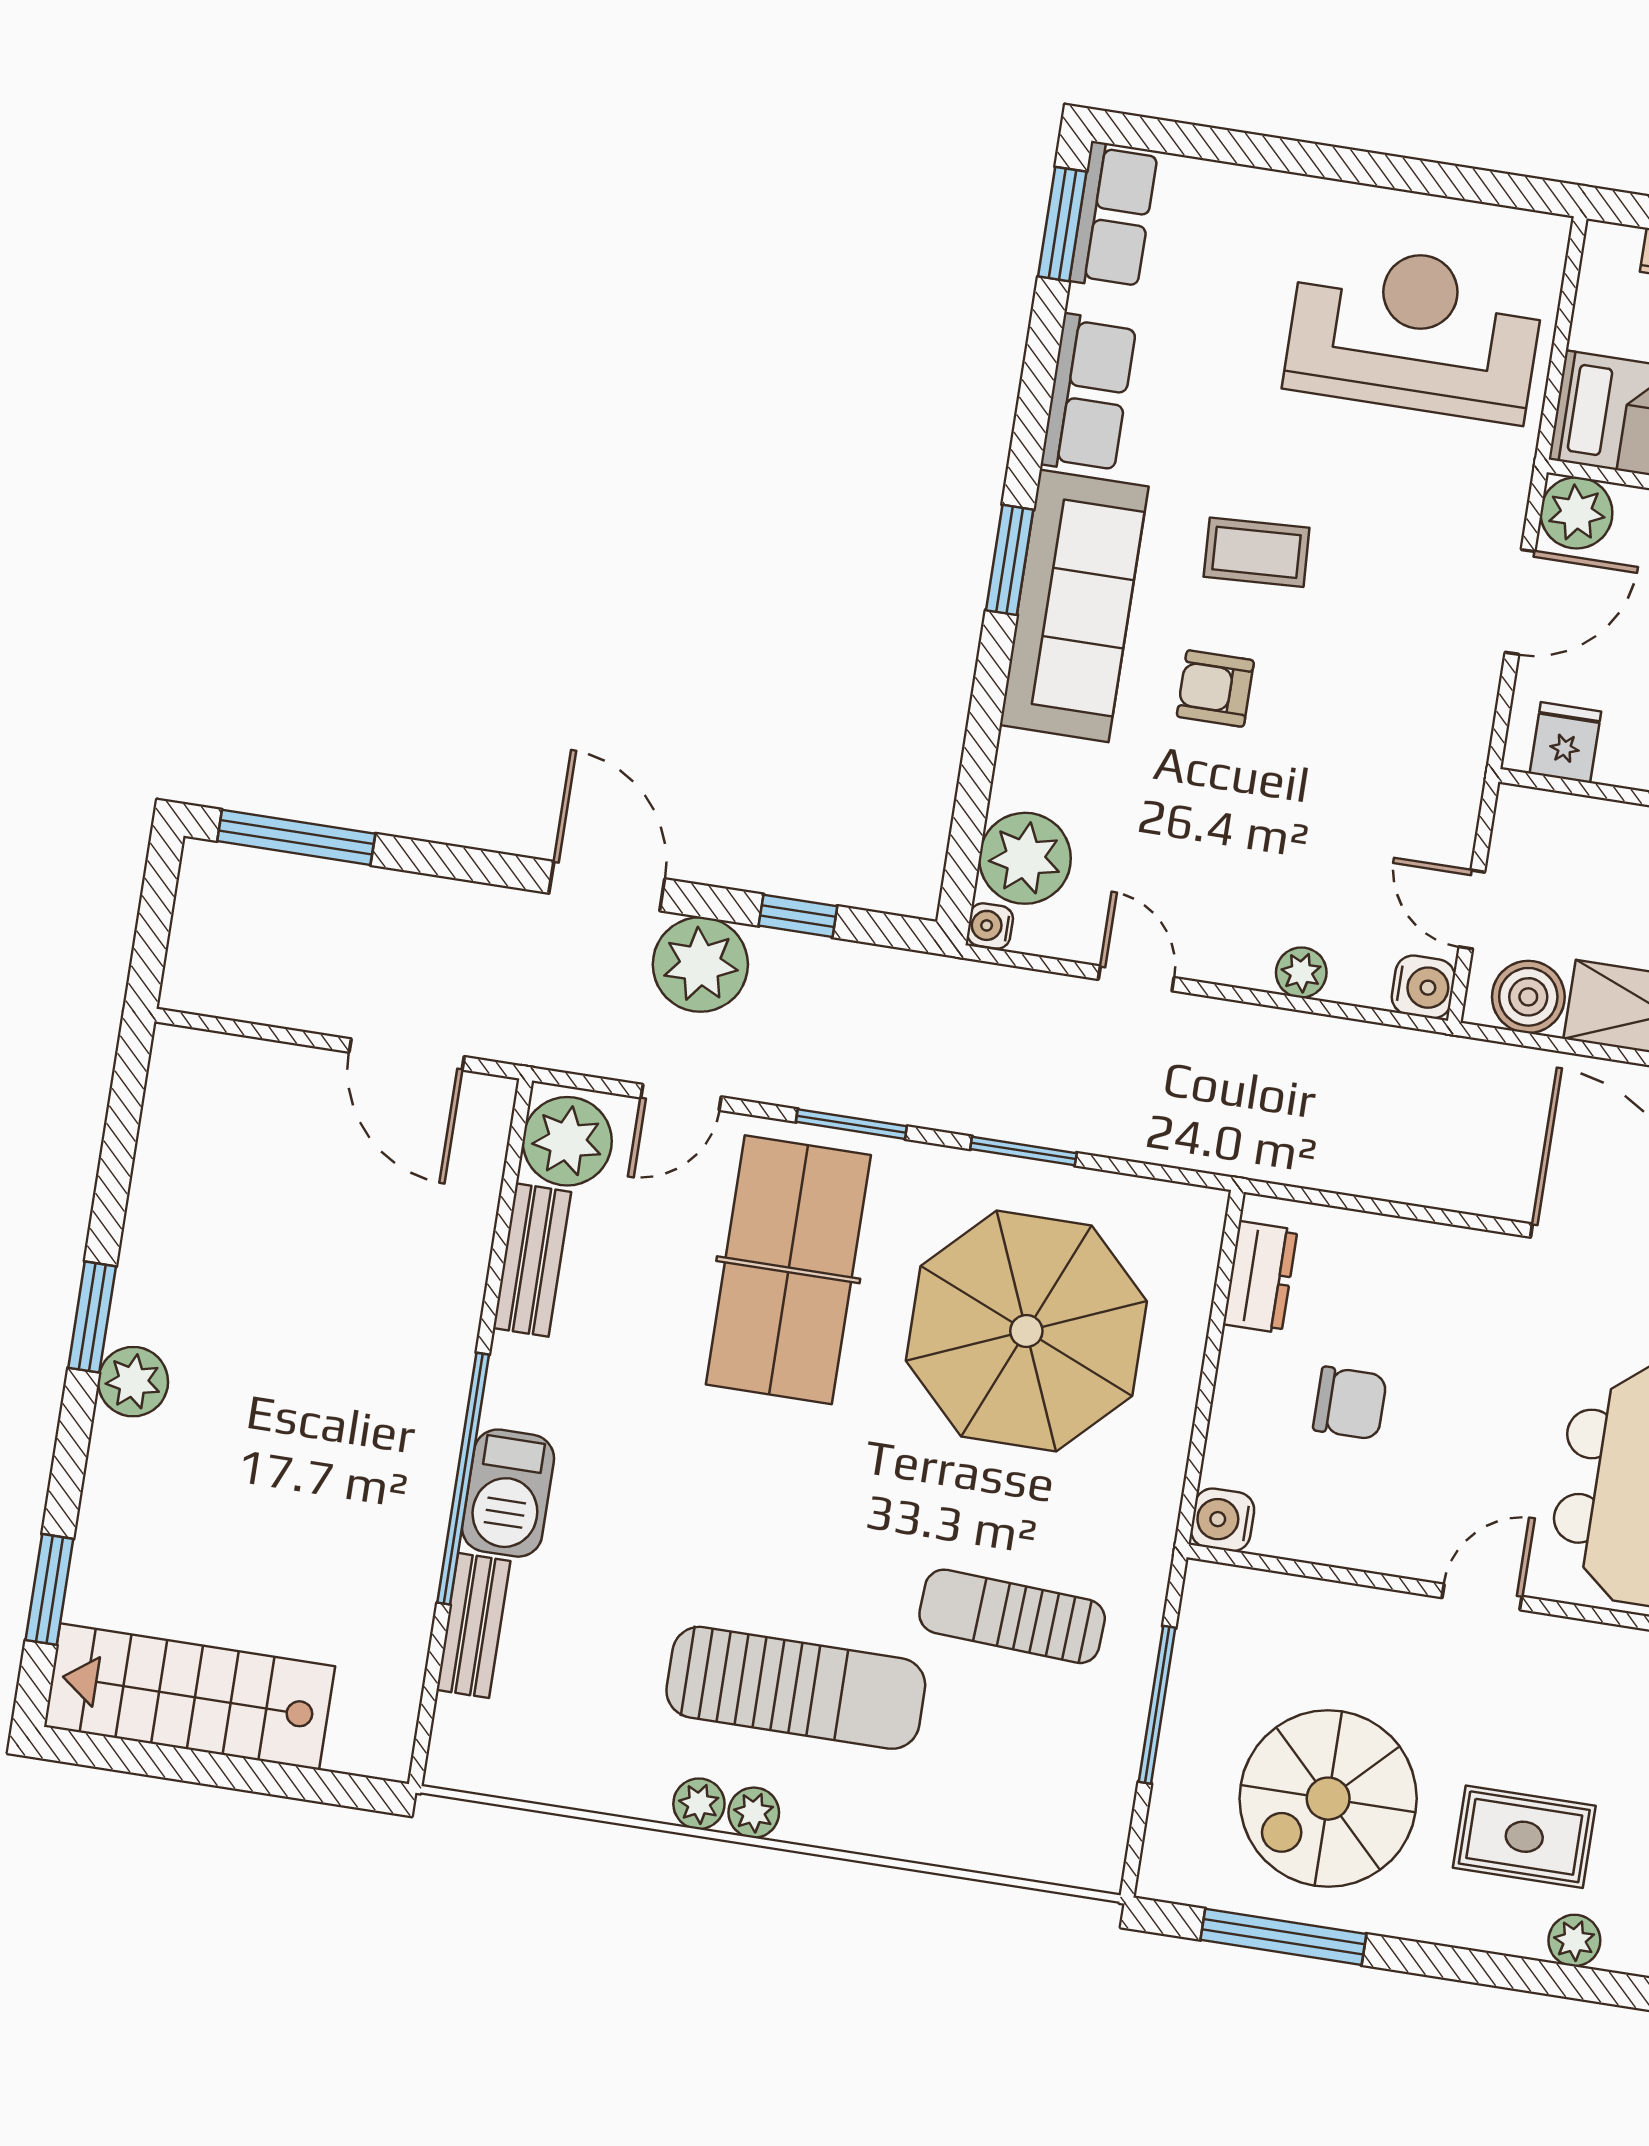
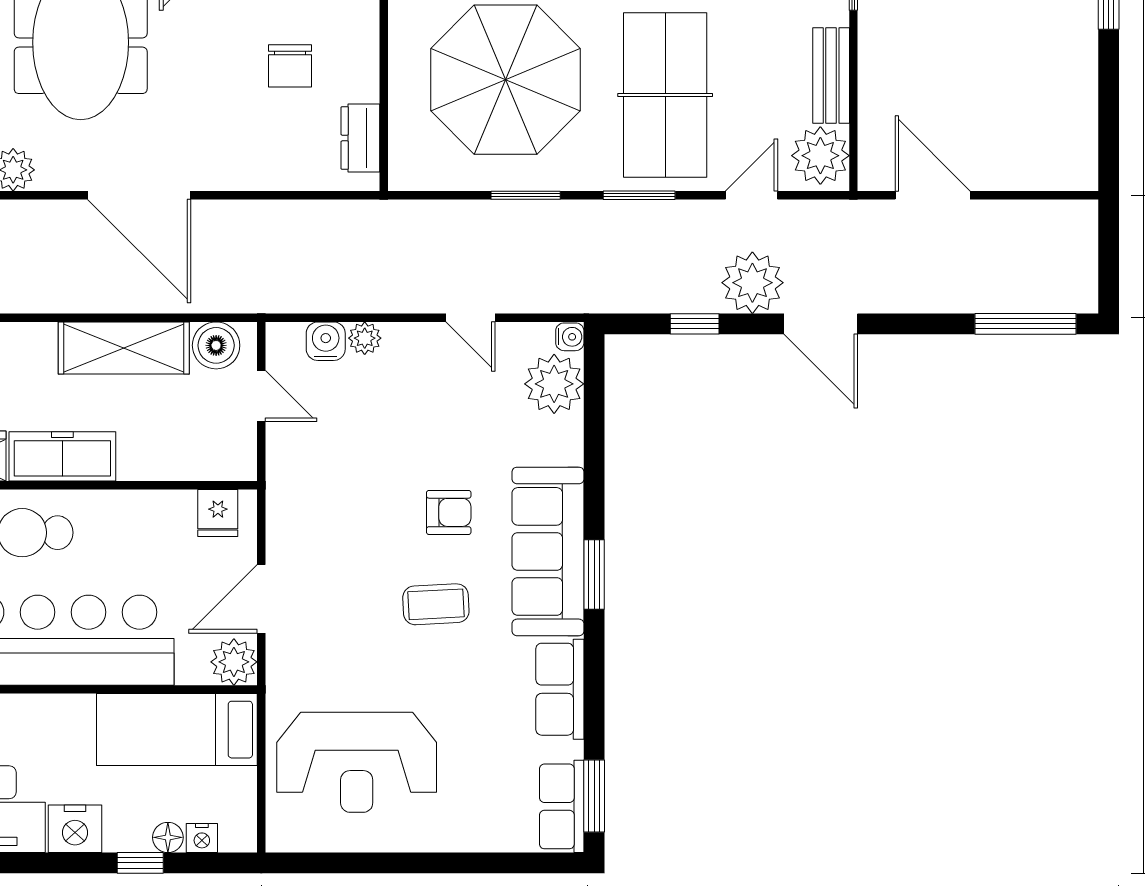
water cooler: (1423, 987) -> (326, 341), moved, turned 90
chair: (1350, 1403) -> (290, 66), turned -90

